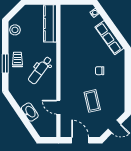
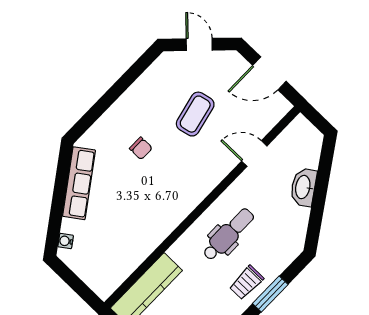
dental chair: (40, 70) -> (228, 234), turned -37
door: (58, 107) -> (254, 154), swing flipped
door: (80, 140) -> (269, 73), hinge flipped

